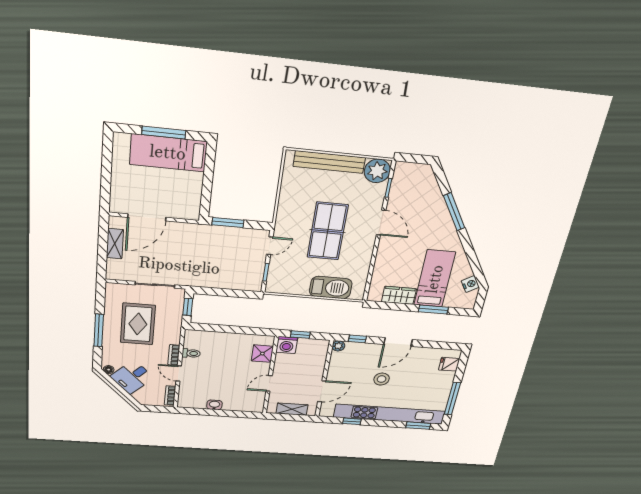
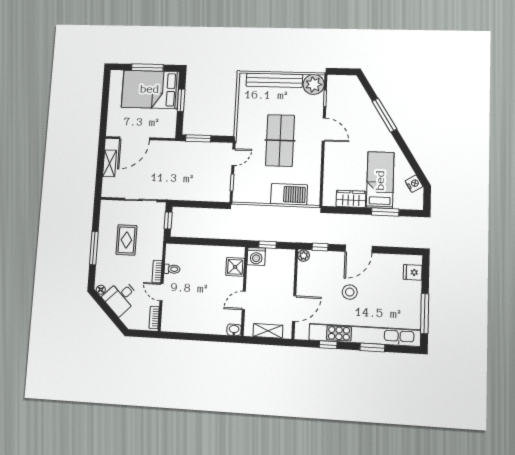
bed: (168, 153) -> (150, 89), width x1.50
window: (208, 177) -> (181, 100), added
rug: (138, 324) -> (126, 240), width x0.73, depth x0.70
washbasin: (214, 405) -> (234, 330), moved
window: (418, 426) -> (372, 347), moved

